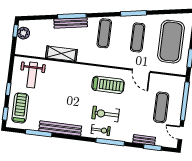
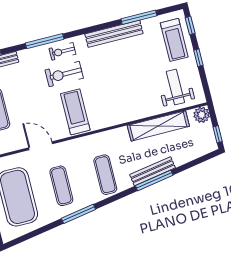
plant: (23, 33) -> (202, 115), moved
shelving: (61, 54) -> (158, 126), width x1.47
treadmill: (108, 85) -> (75, 112), turned 90
exercise bike: (106, 114) -> (64, 74), turned 180

